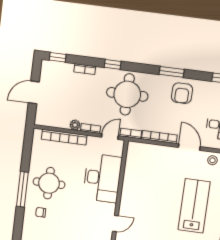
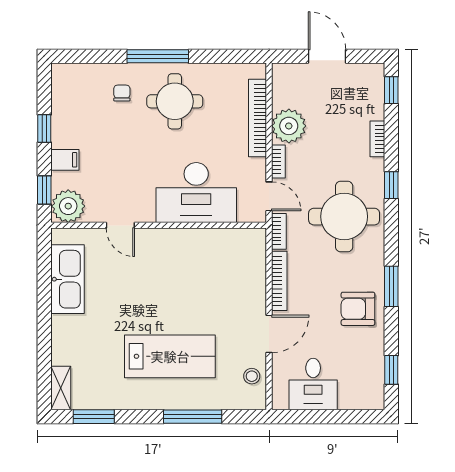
plant: (75, 125) -> (289, 126), width x1.87, depth x1.87

